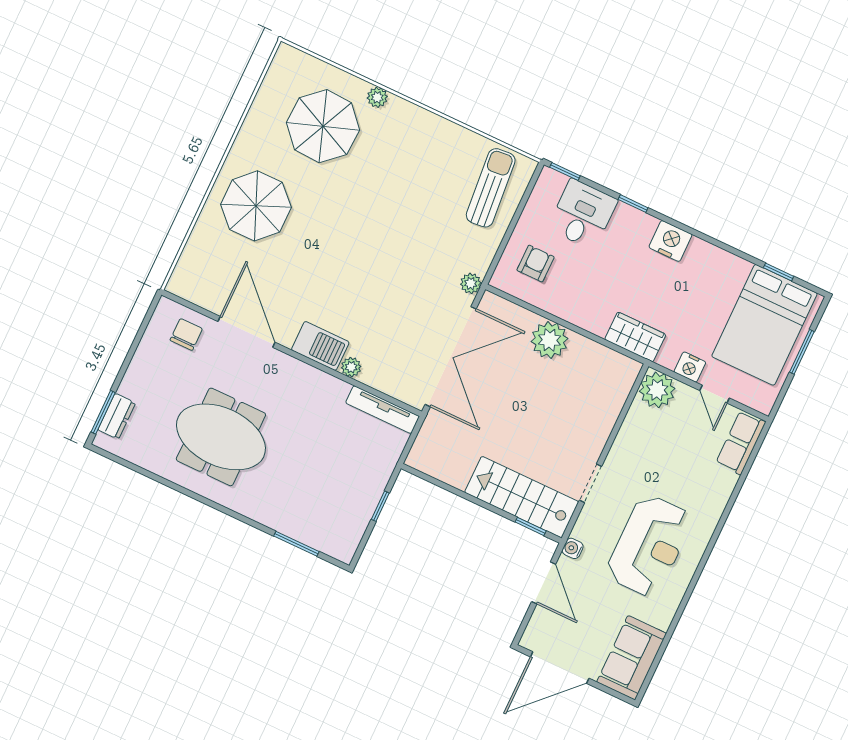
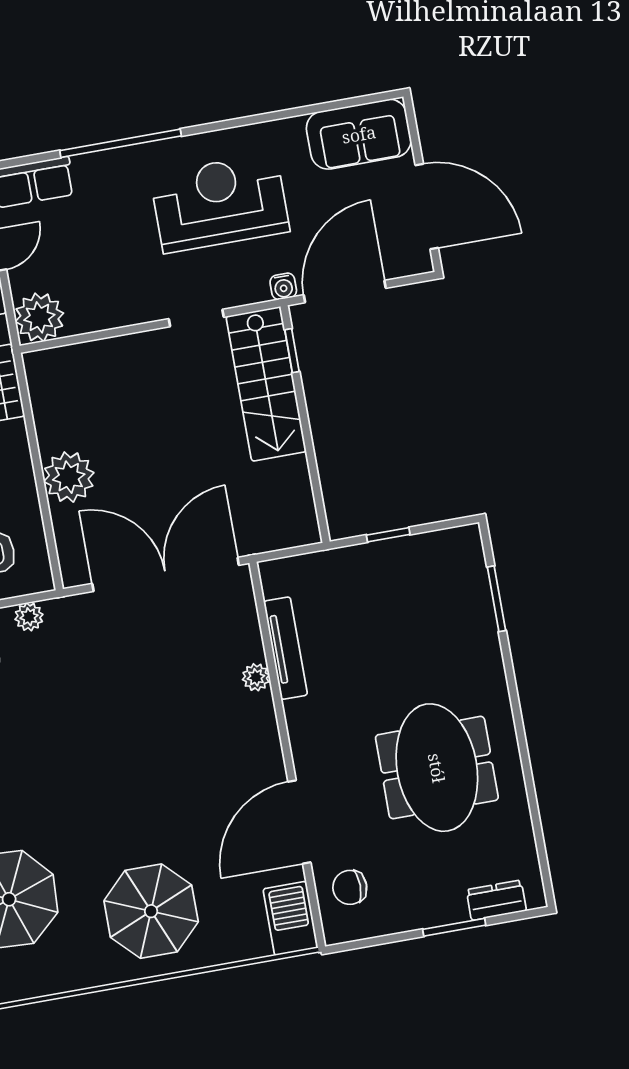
plant: (471, 283) -> (29, 617), moved
barbecue: (320, 346) -> (291, 918), moved
tv unit: (383, 410) -> (286, 648), moved
window: (103, 412) -> (454, 927), moved
window: (727, 512) -> (121, 143), added
door: (544, 583) -> (345, 292), width x1.36

